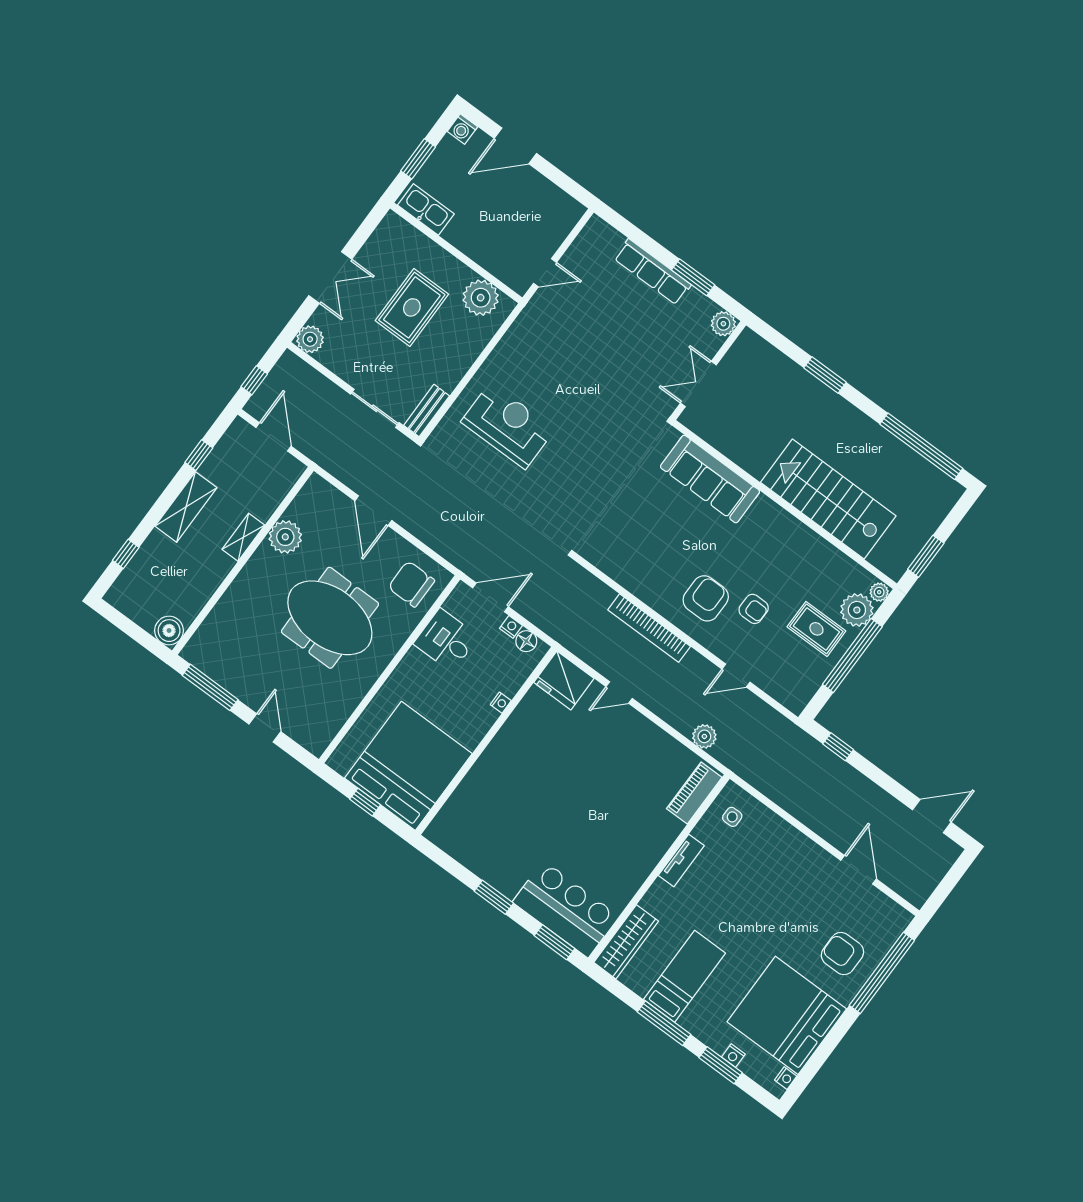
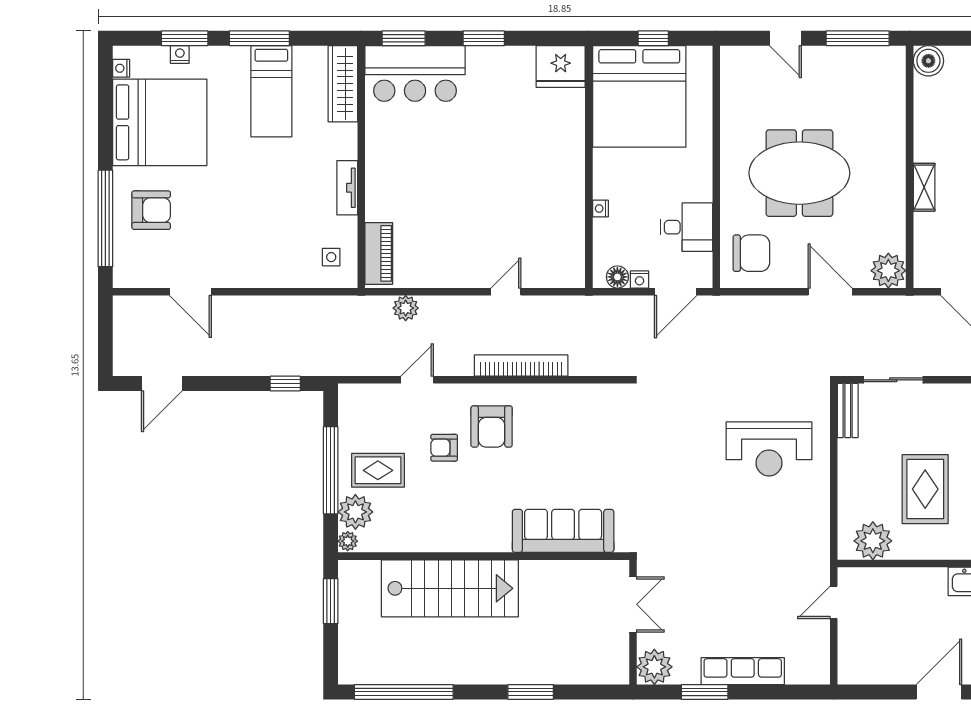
plant: (723, 324) -> (654, 667), width x1.36, depth x1.36
plant: (285, 537) -> (888, 271), moved
fridge: (564, 680) -> (561, 66), moved, turned 180

